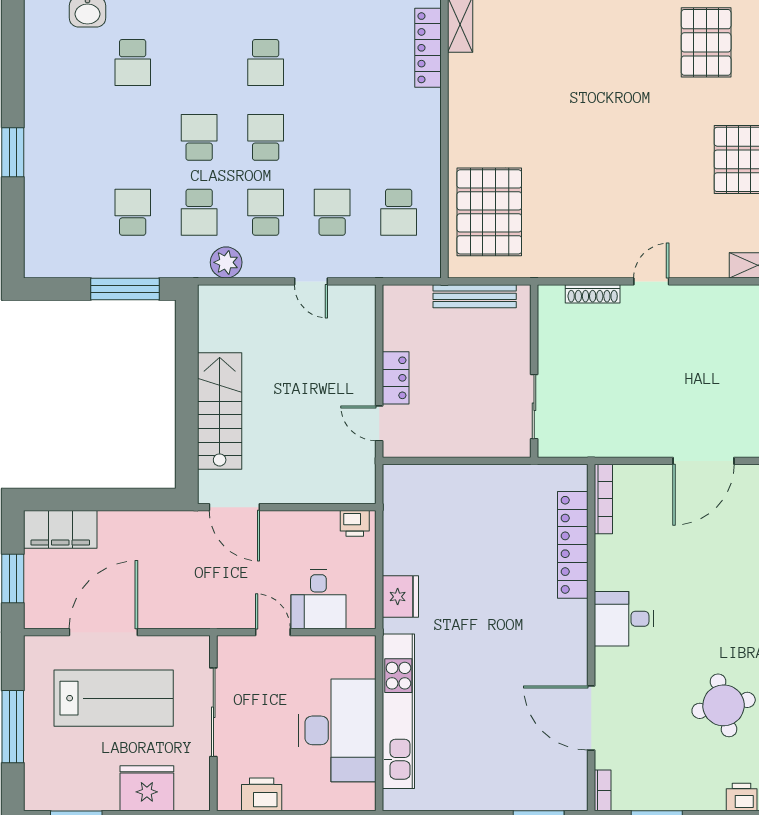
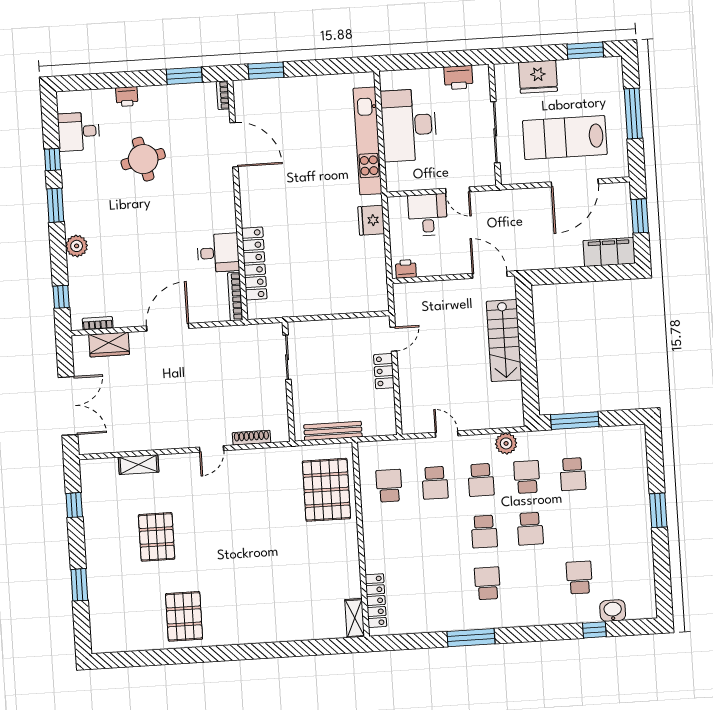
door: (379, 423) -> (393, 339), hinge flipped
desk: (624, 619) -> (218, 253), moved

